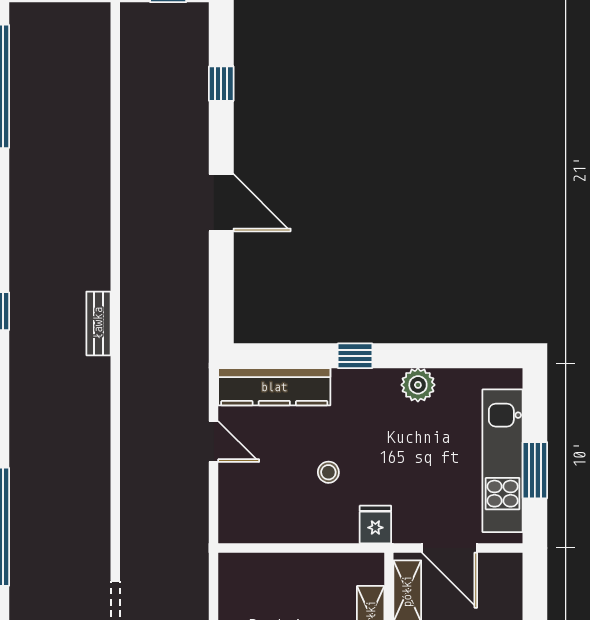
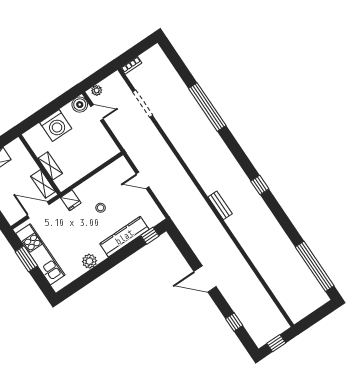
window: (355, 356) -> (150, 236), moved
kitchen counter: (274, 387) -> (124, 237), moved
door: (214, 441) -> (143, 180), moved

